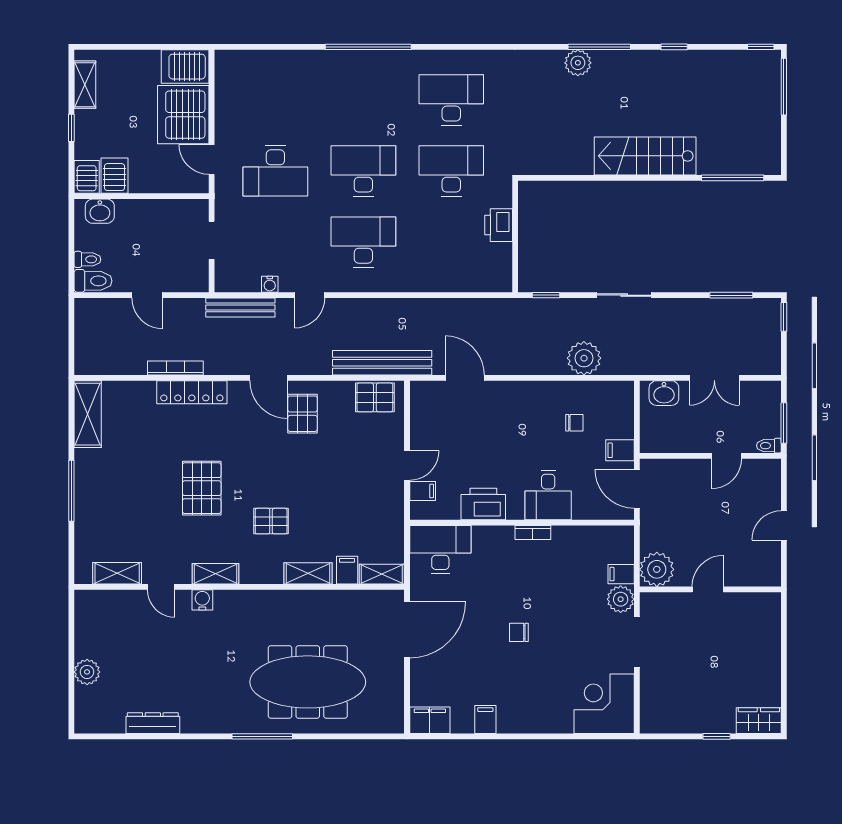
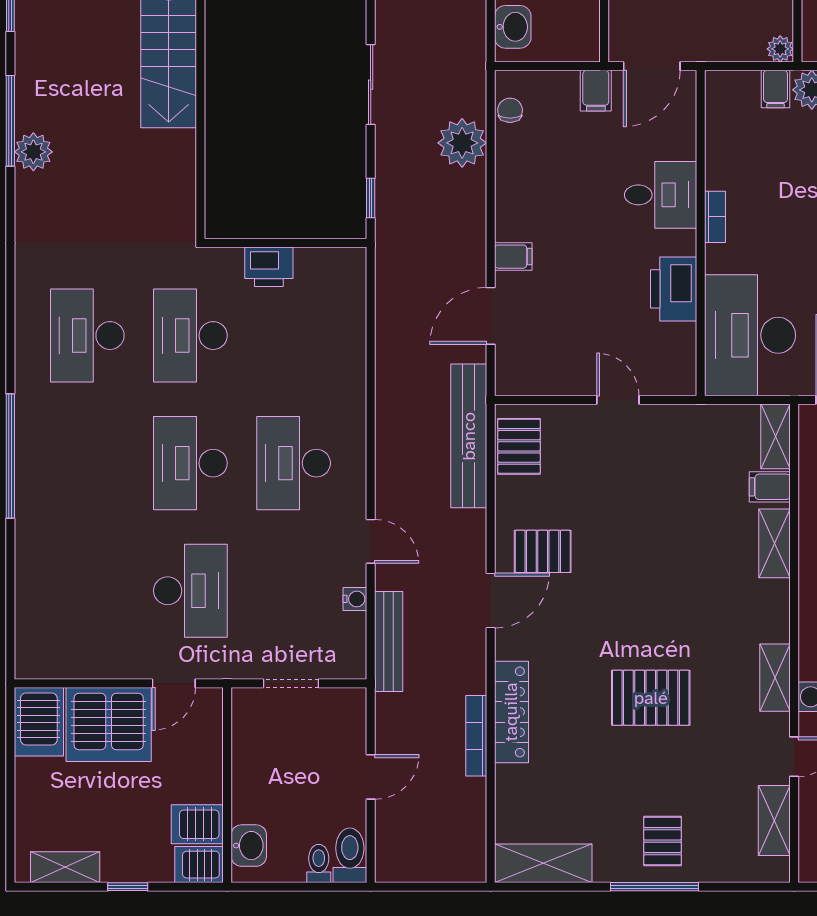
chair: (574, 423) -> (510, 110), moved
filing cabinet: (423, 491) -> (513, 257), moved, turned 90
pallet: (271, 521) -> (663, 841), moved
desk: (440, 549) -> (750, 335), width x1.36, depth x1.30
plant: (657, 569) -> (780, 49), width x0.53, depth x0.53

